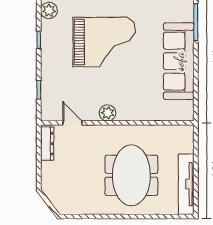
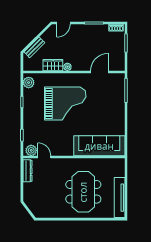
sofa: (179, 61) -> (99, 146), moved, turned 90
plant: (108, 113) -> (31, 150), moved

